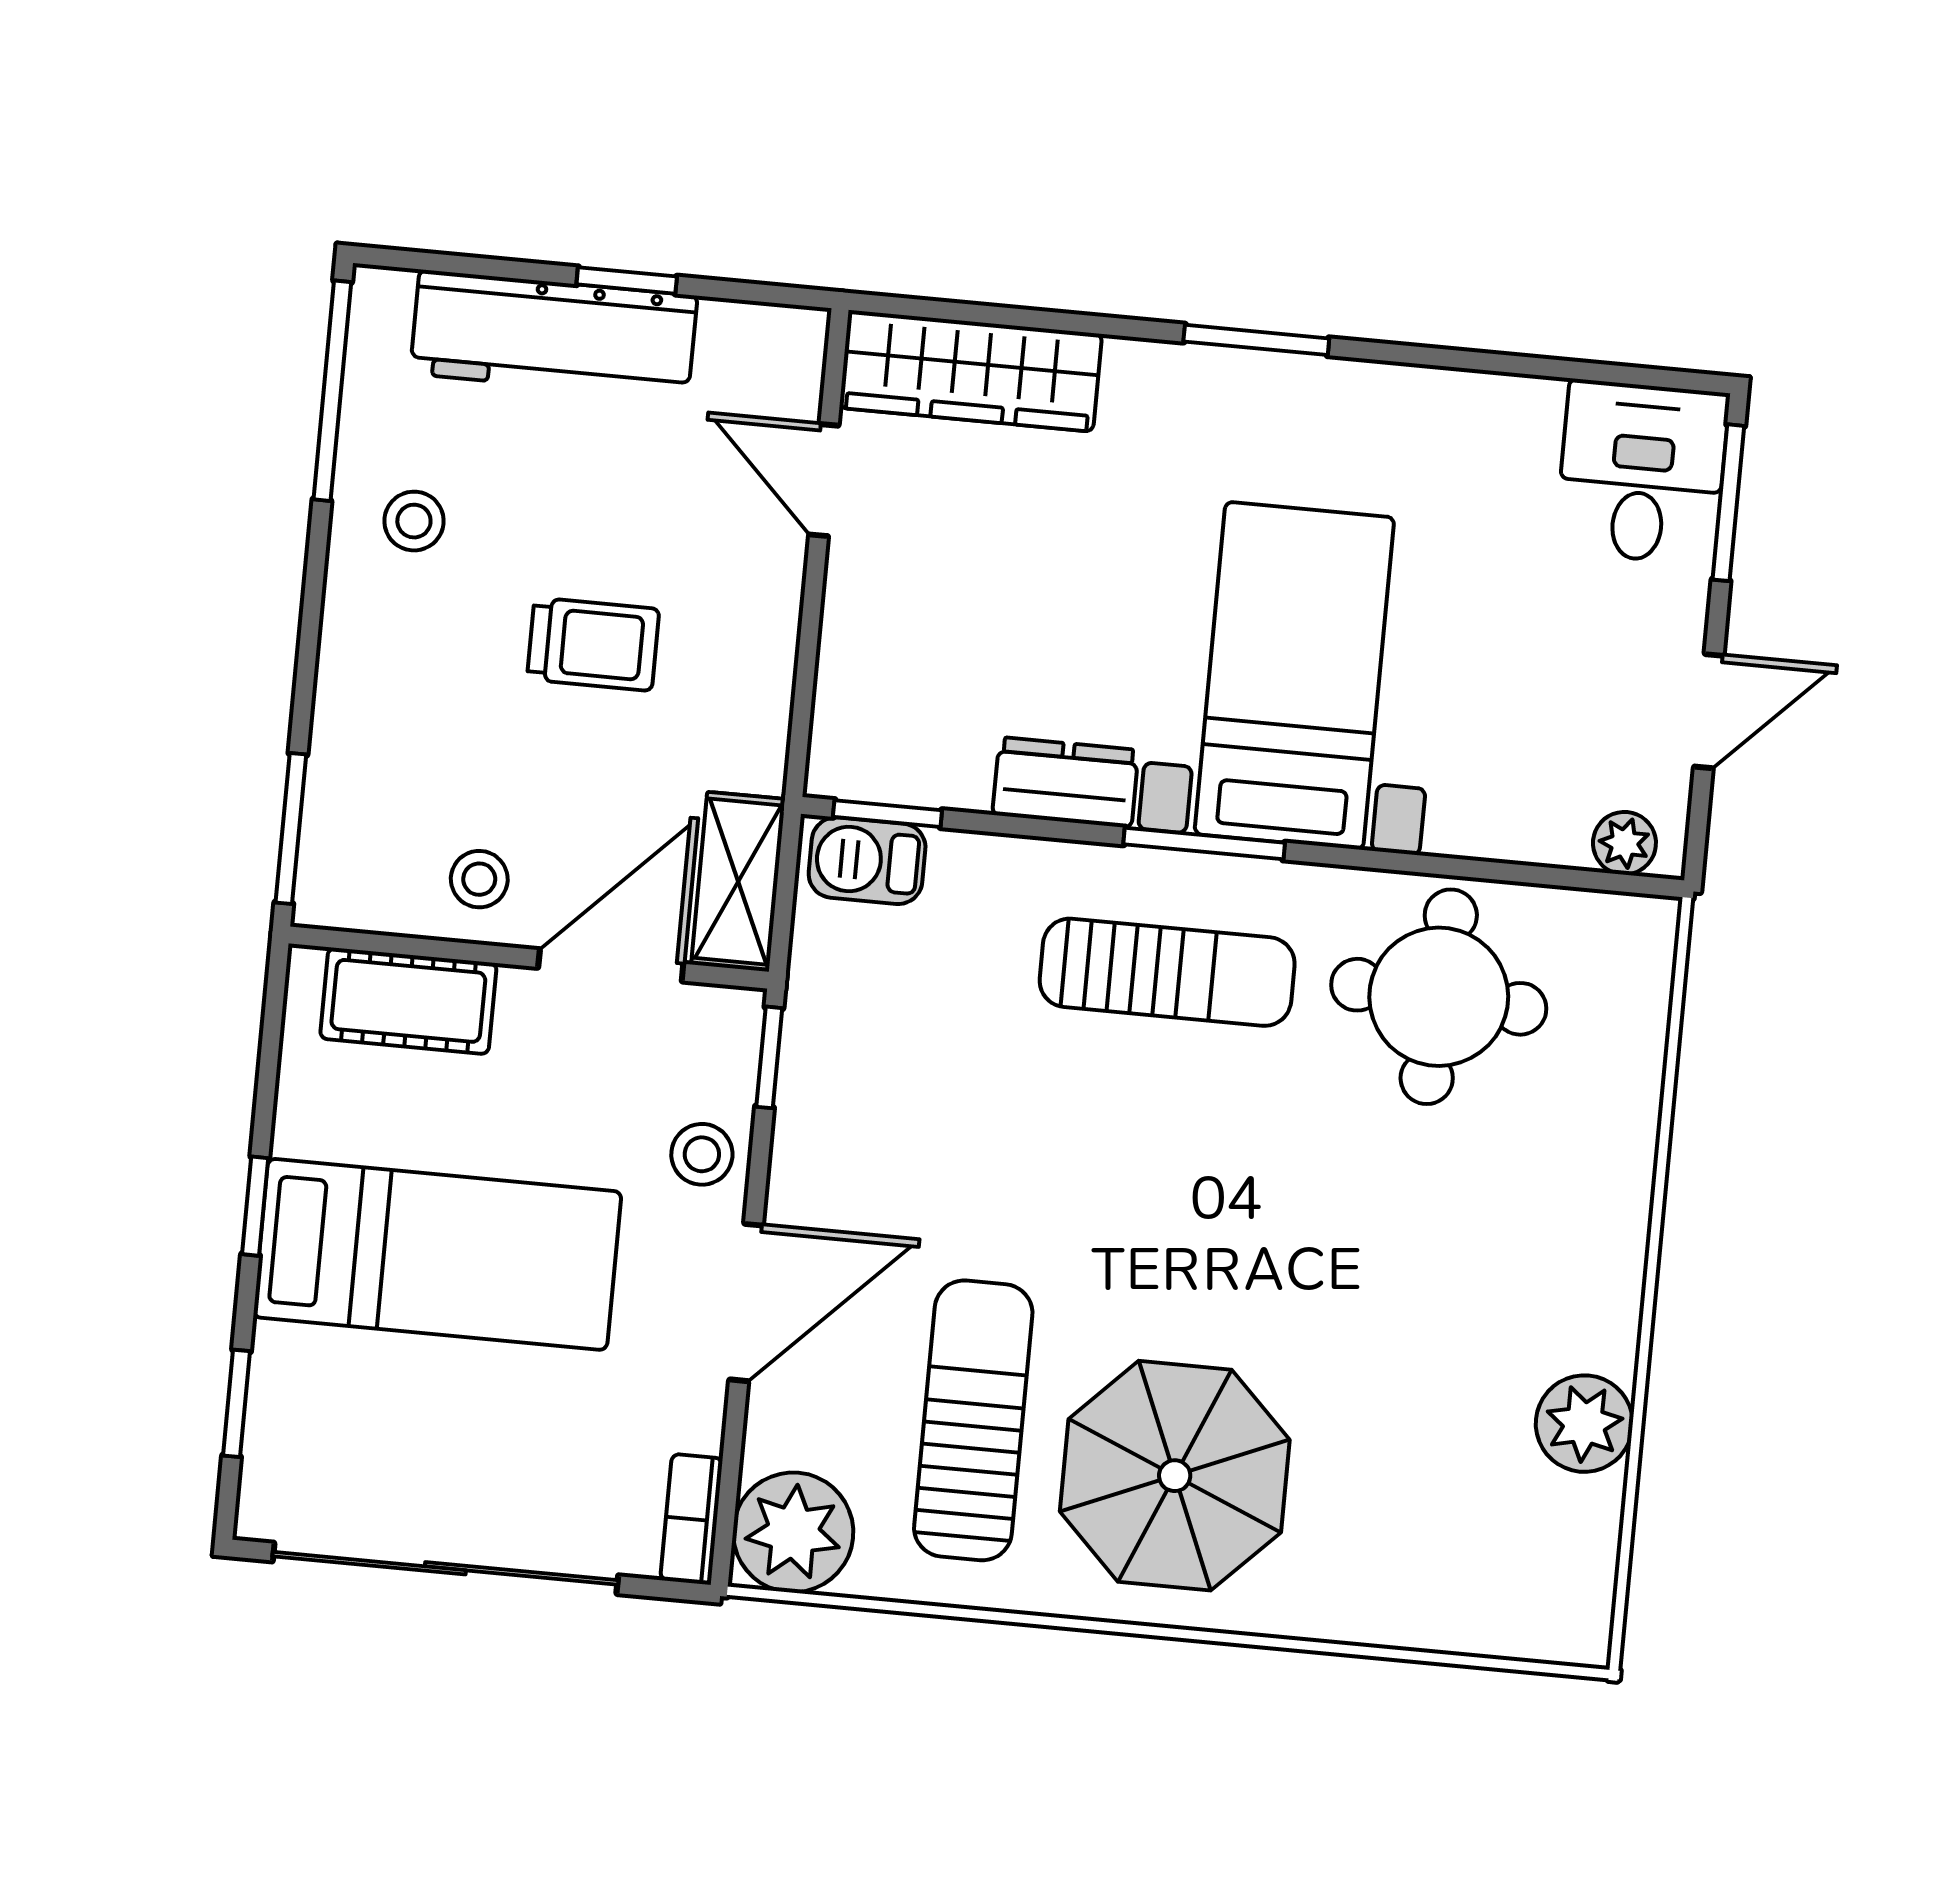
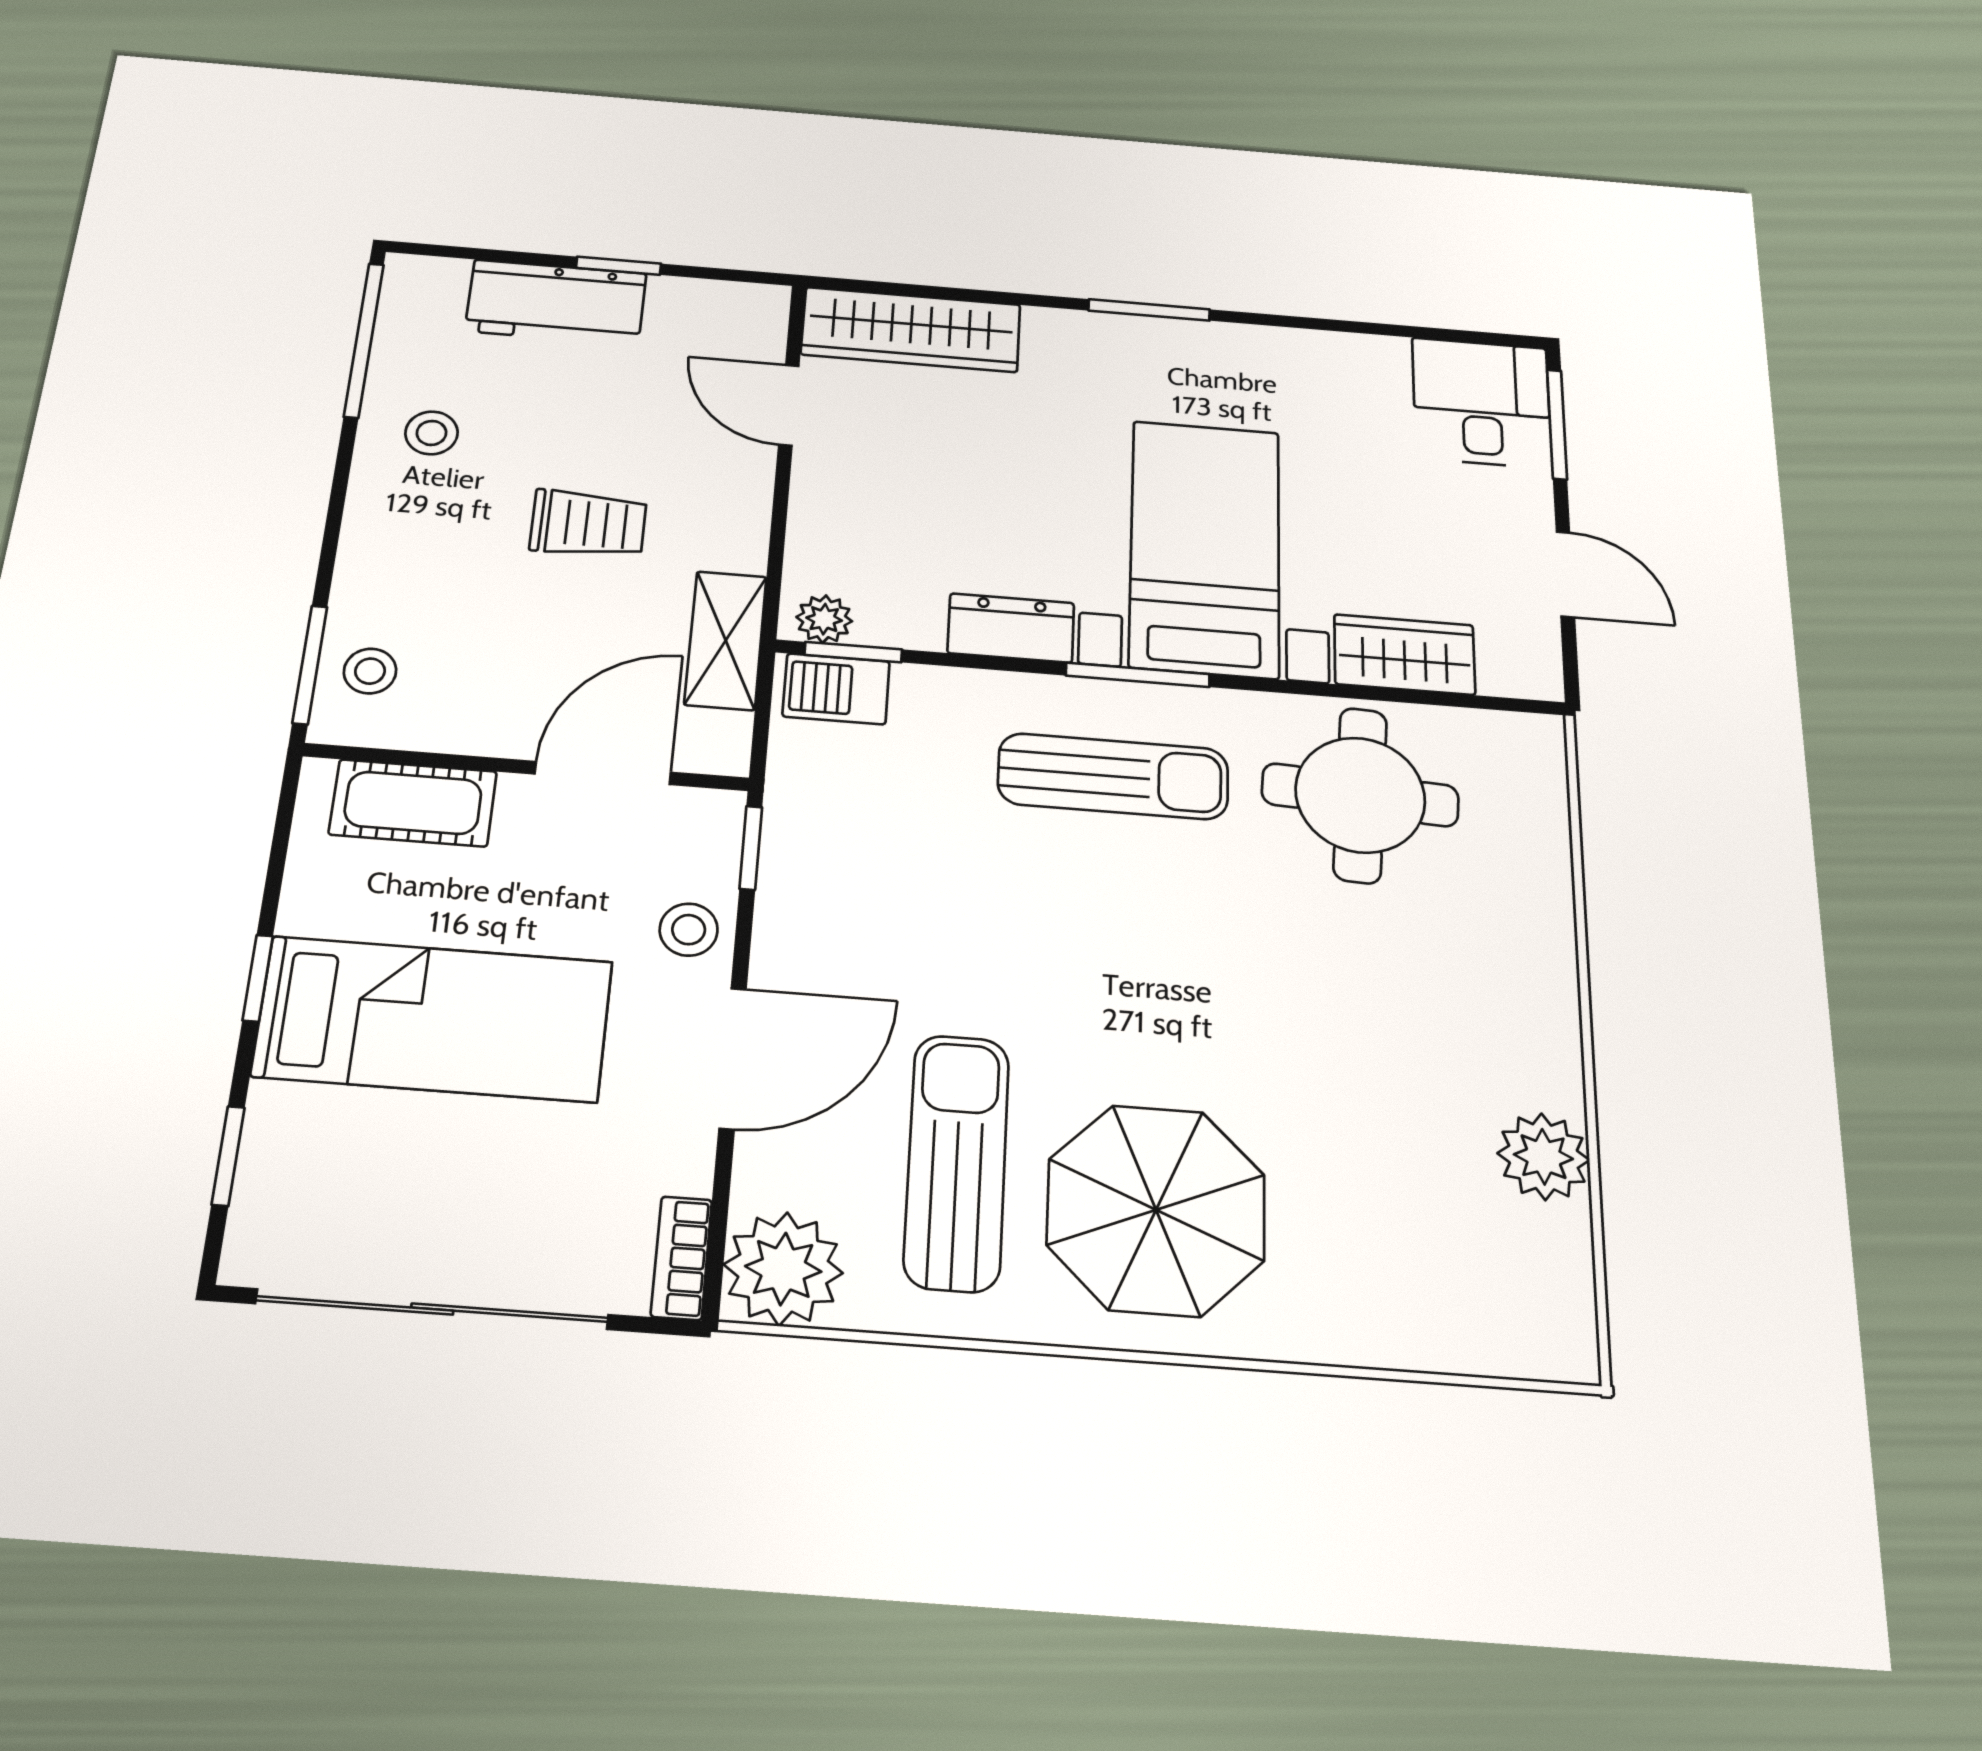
workbench: (554, 335) -> (556, 302), width x0.73
door: (1709, 711) -> (1565, 574), hinge flipped
wardrobe: (1509, 818) -> (1404, 655), added
plant: (1624, 843) -> (824, 619), moved
stool: (479, 879) -> (370, 671), moved
shelving: (738, 882) -> (726, 640), moved

